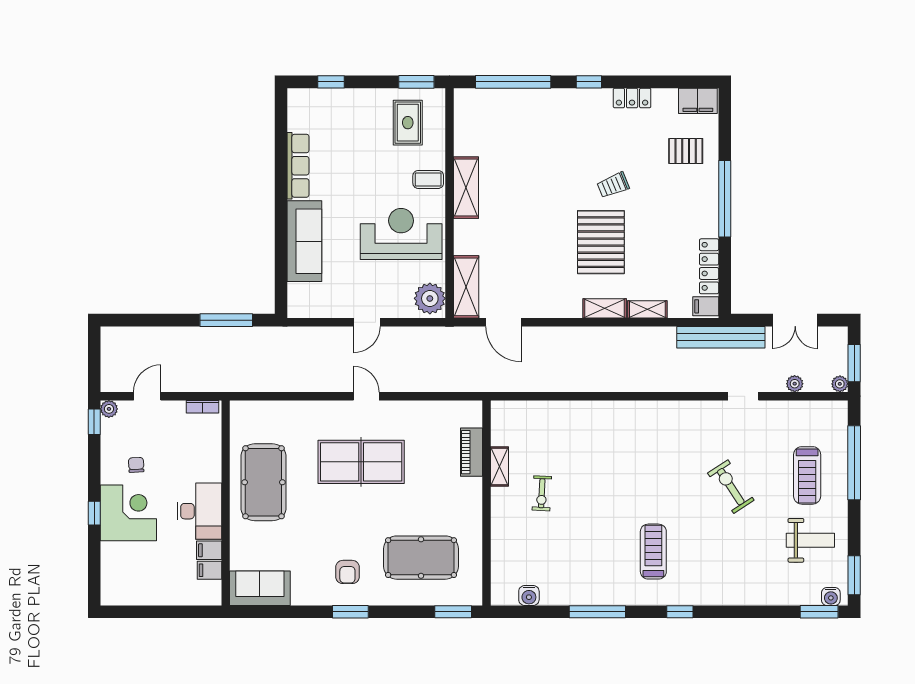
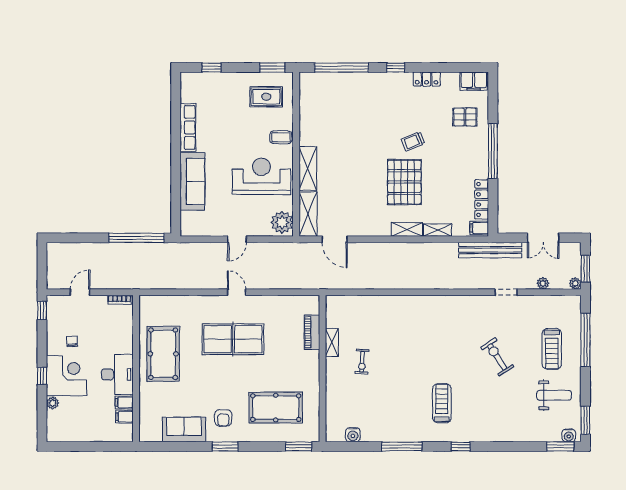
rug: (408, 123) -> (266, 97), turned 90
shelving: (466, 188) -> (308, 169), moved
window: (226, 320) -> (137, 238), width x1.46
plant: (109, 409) -> (53, 403), moved
sofa: (260, 588) -> (184, 430), moved

